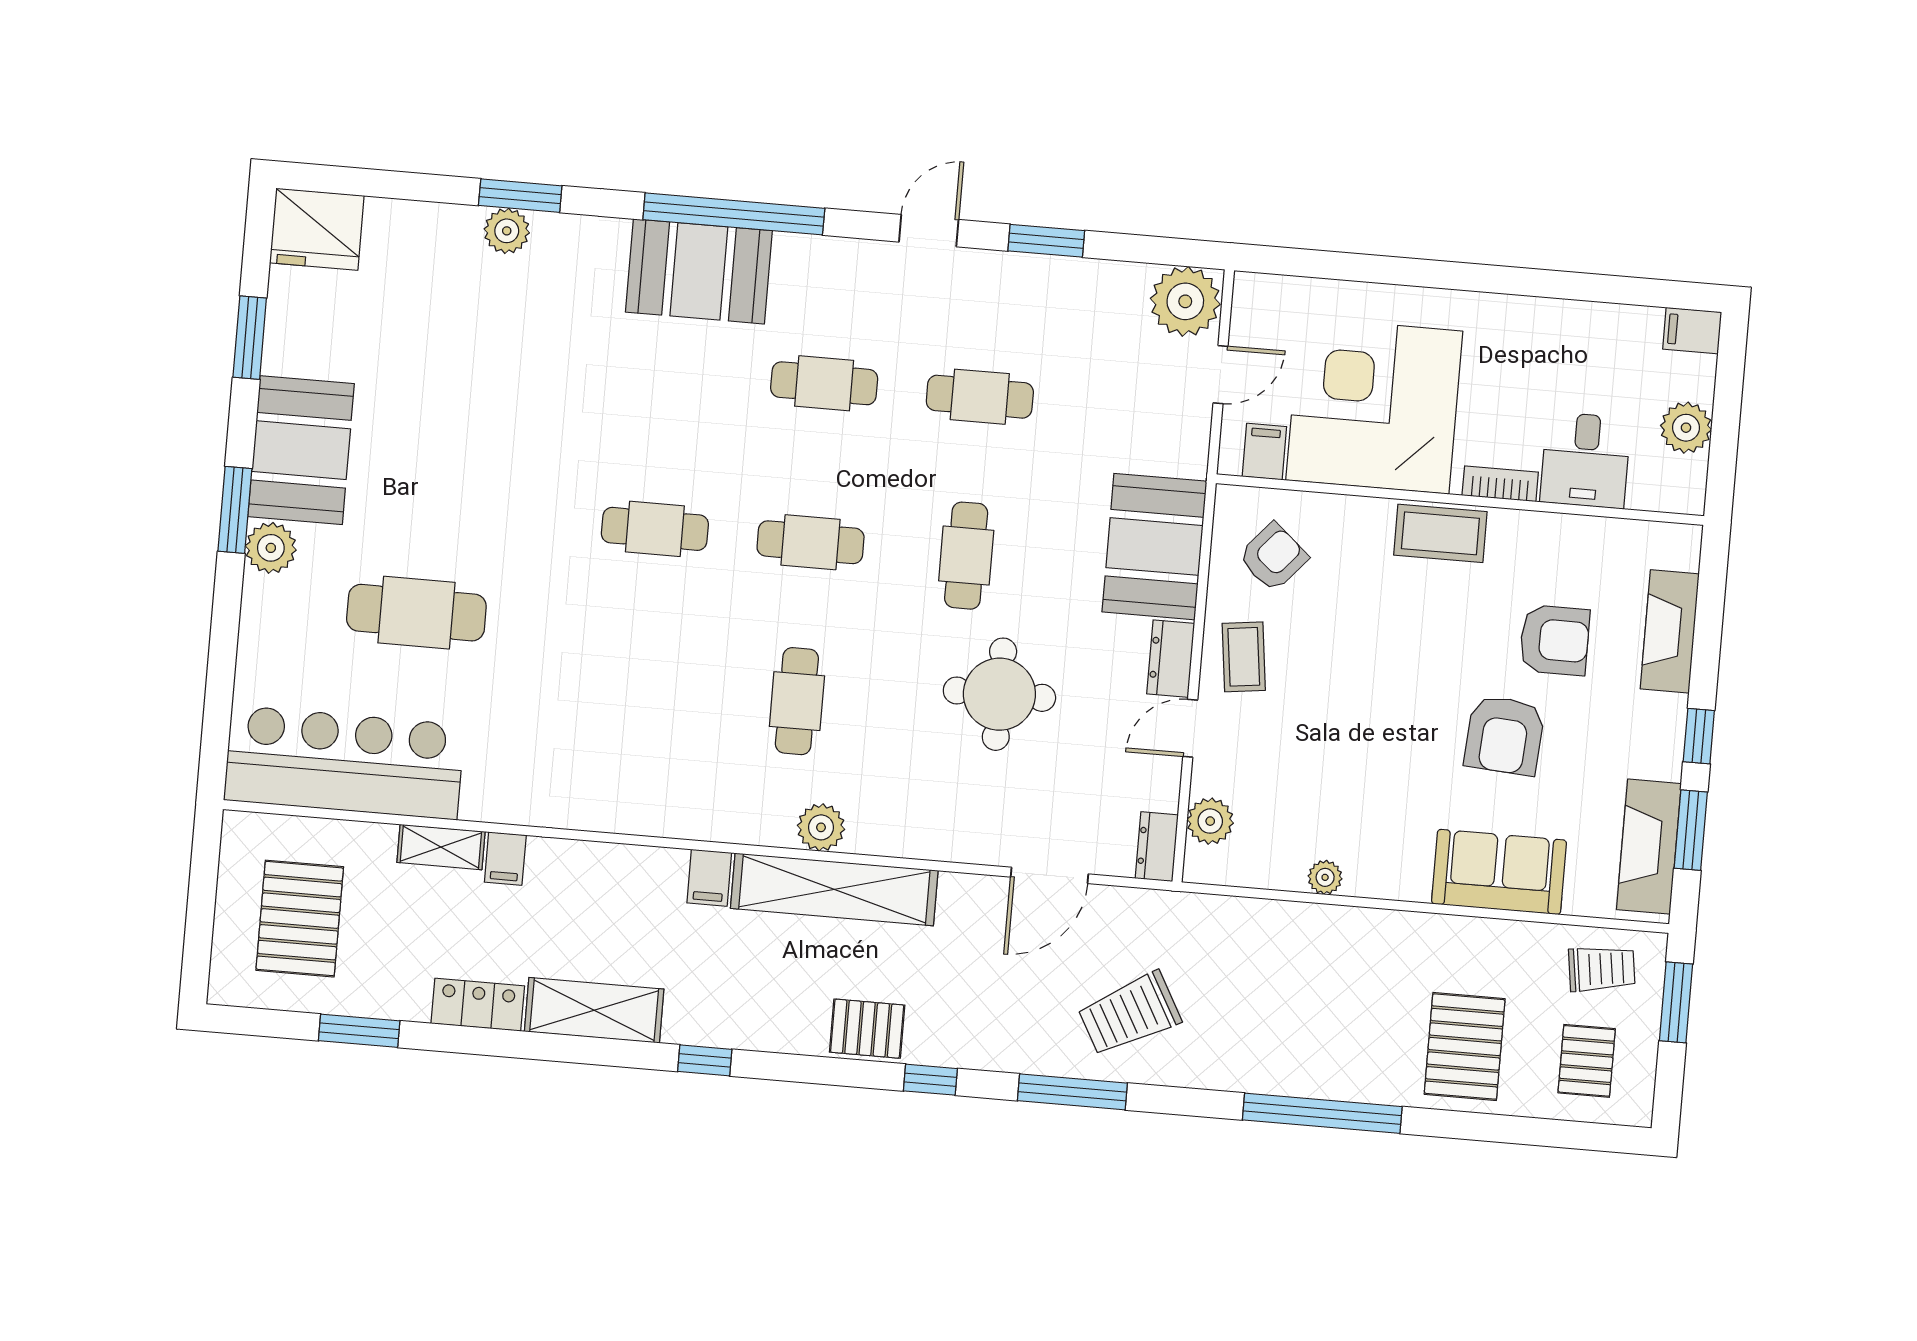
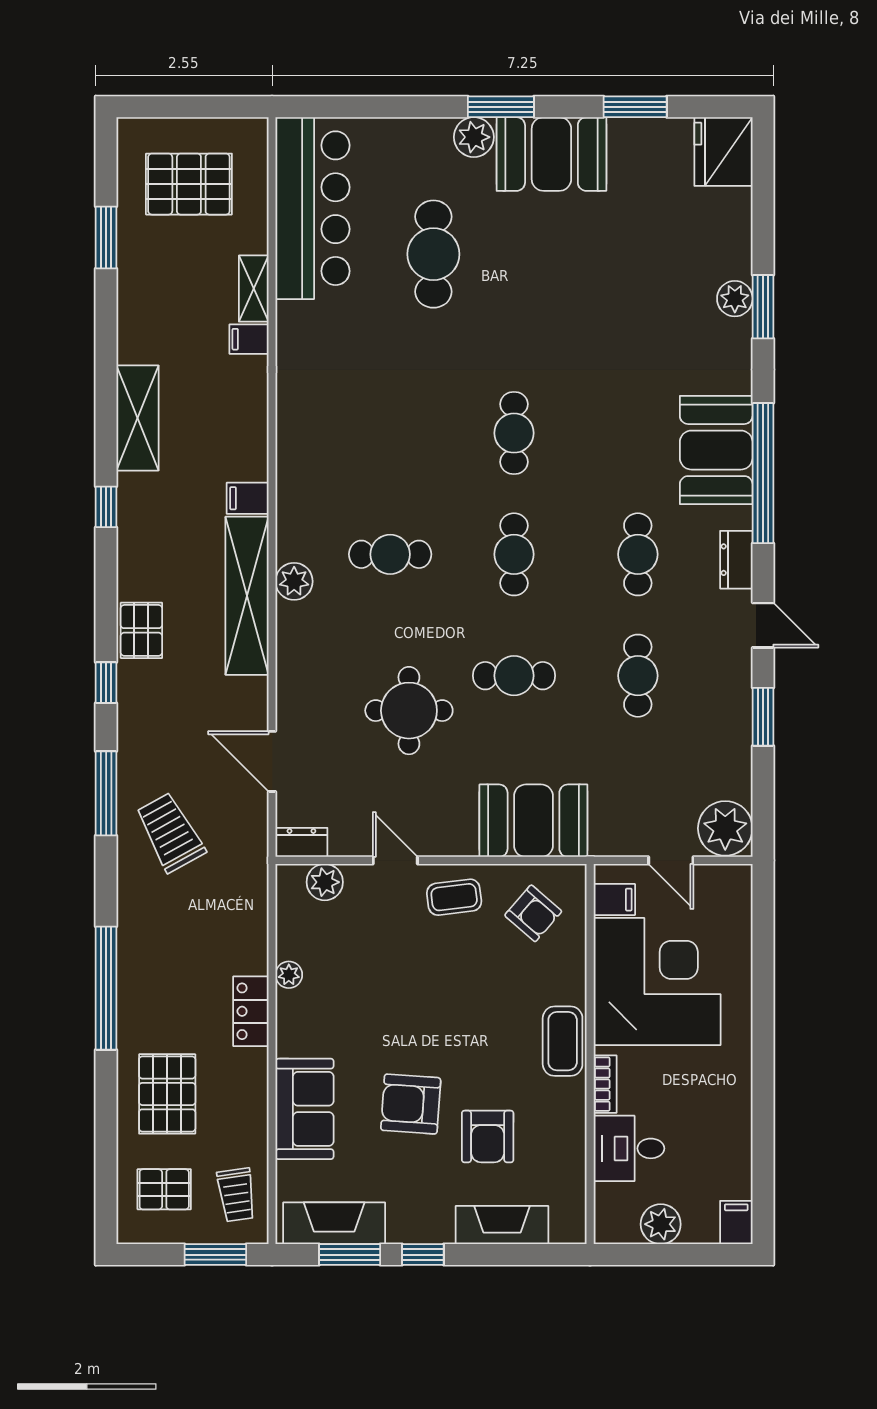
dresser: (1171, 659) -> (736, 560), moved, turned -90
locker: (478, 1005) -> (251, 1011), moved, turned 180
pallet: (1465, 1046) -> (167, 1094), turned 90

